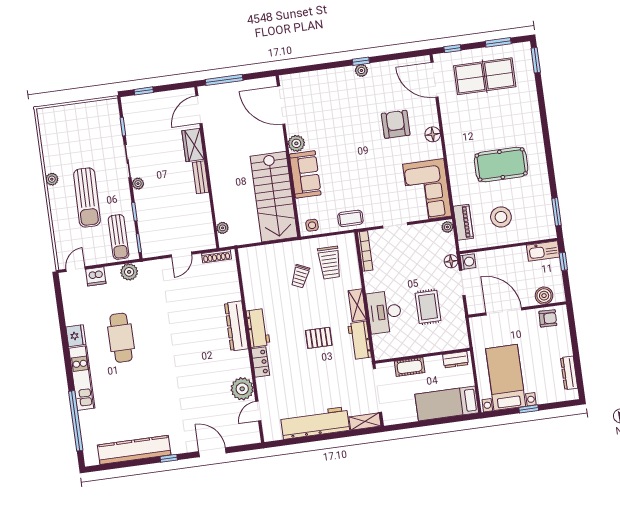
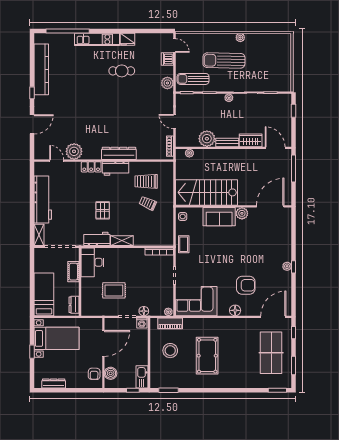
plant: (199, 206) -> (207, 139), added
trolley: (329, 263) -> (146, 181), moved
desk: (384, 312) -> (92, 262), moved, turned -90
cafe table: (121, 338) -> (122, 71), width x0.73, depth x0.74

